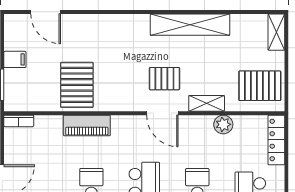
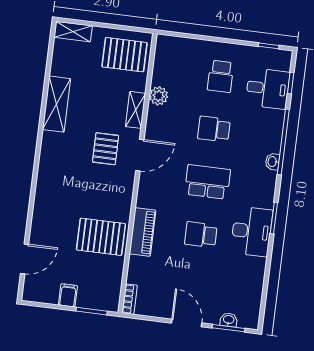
shelving: (190, 25) -> (56, 104), width x0.68
pallet: (260, 86) -> (125, 55), turned 90
locker: (276, 140) -> (181, 45), removed

